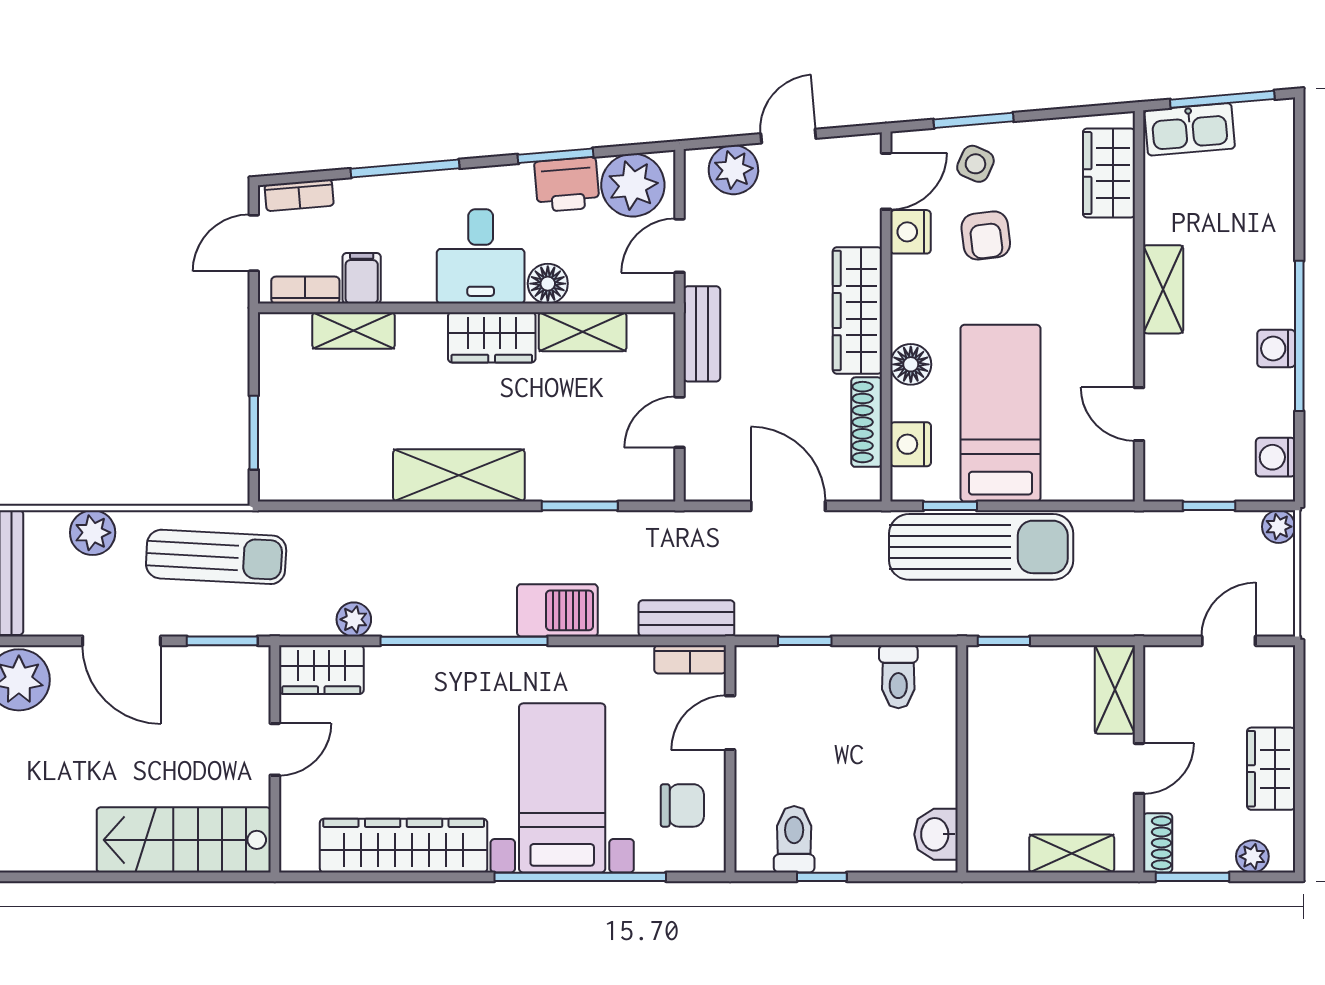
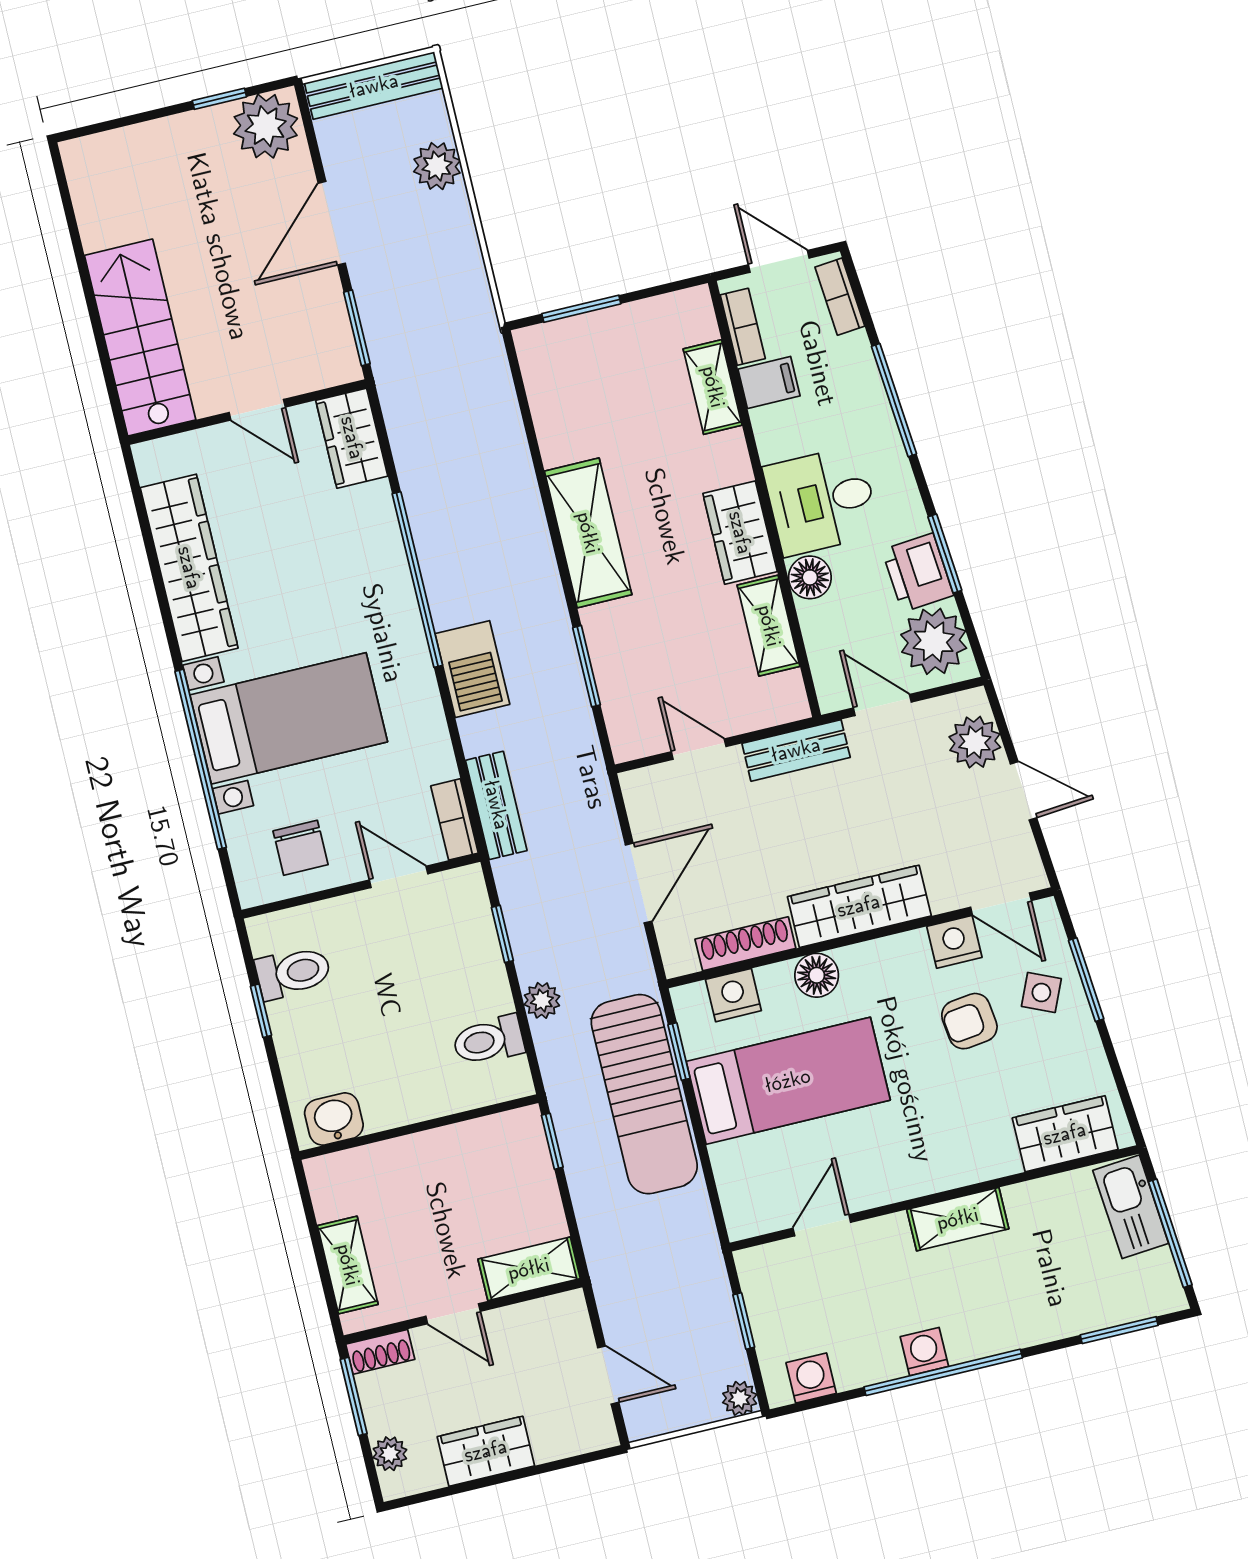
window: (1299, 167) -> (1119, 1330), added
sun lounger: (216, 557) -> (443, 301), removed
plant: (354, 619) -> (542, 1000), moved

